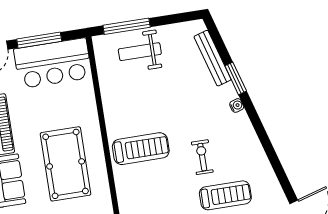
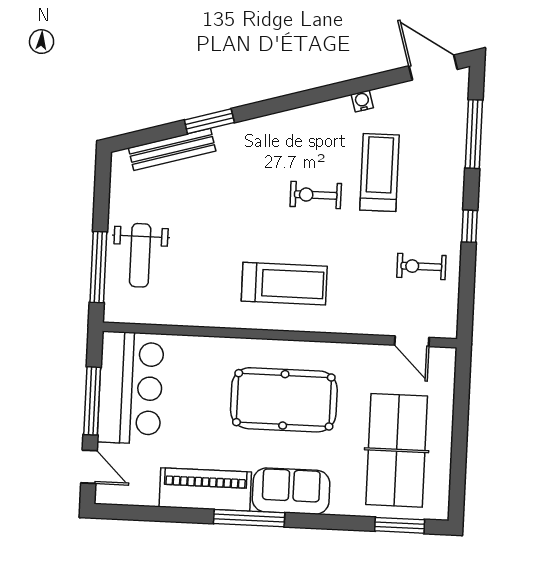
water cooler: (237, 105) -> (362, 101), moved
treadmill: (141, 149) -> (284, 284), turned 90

